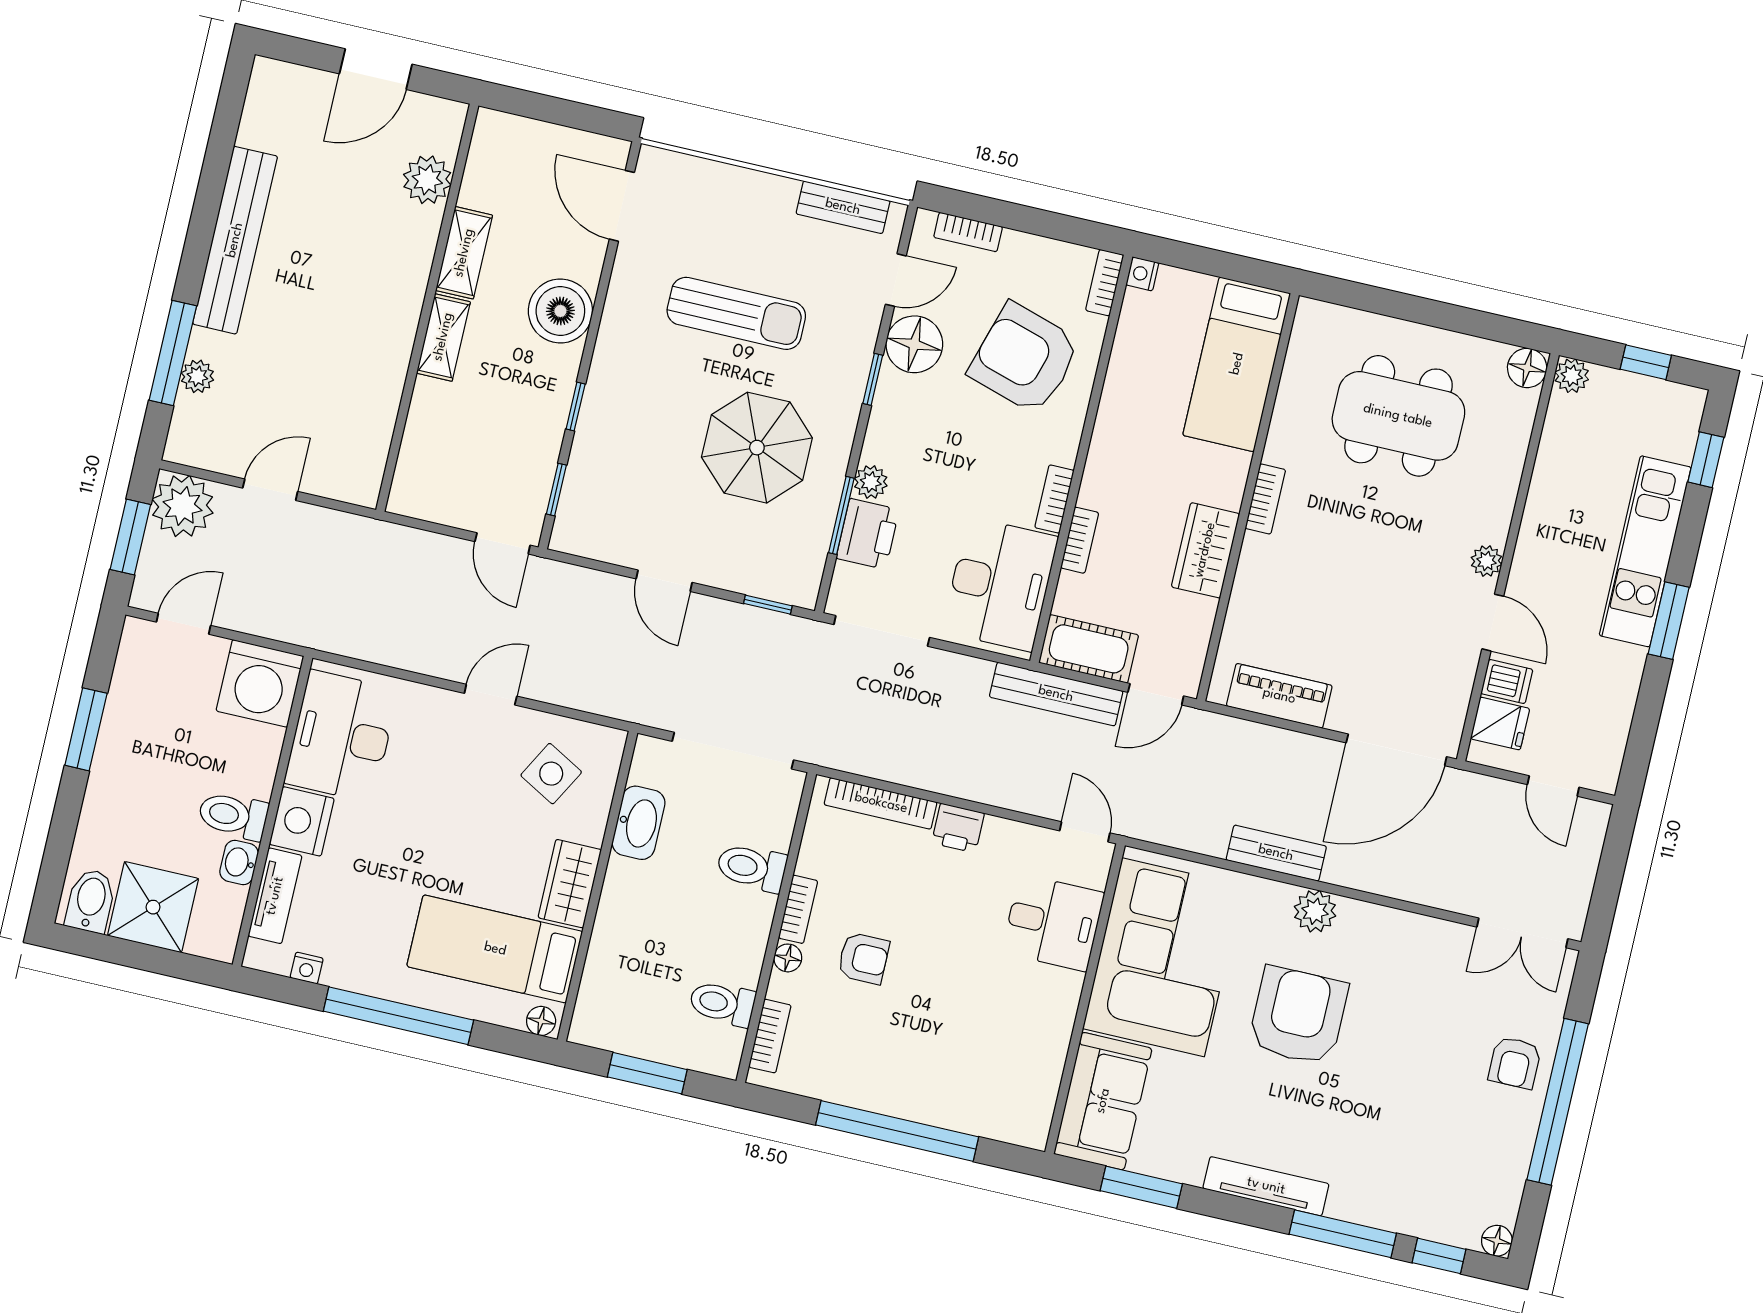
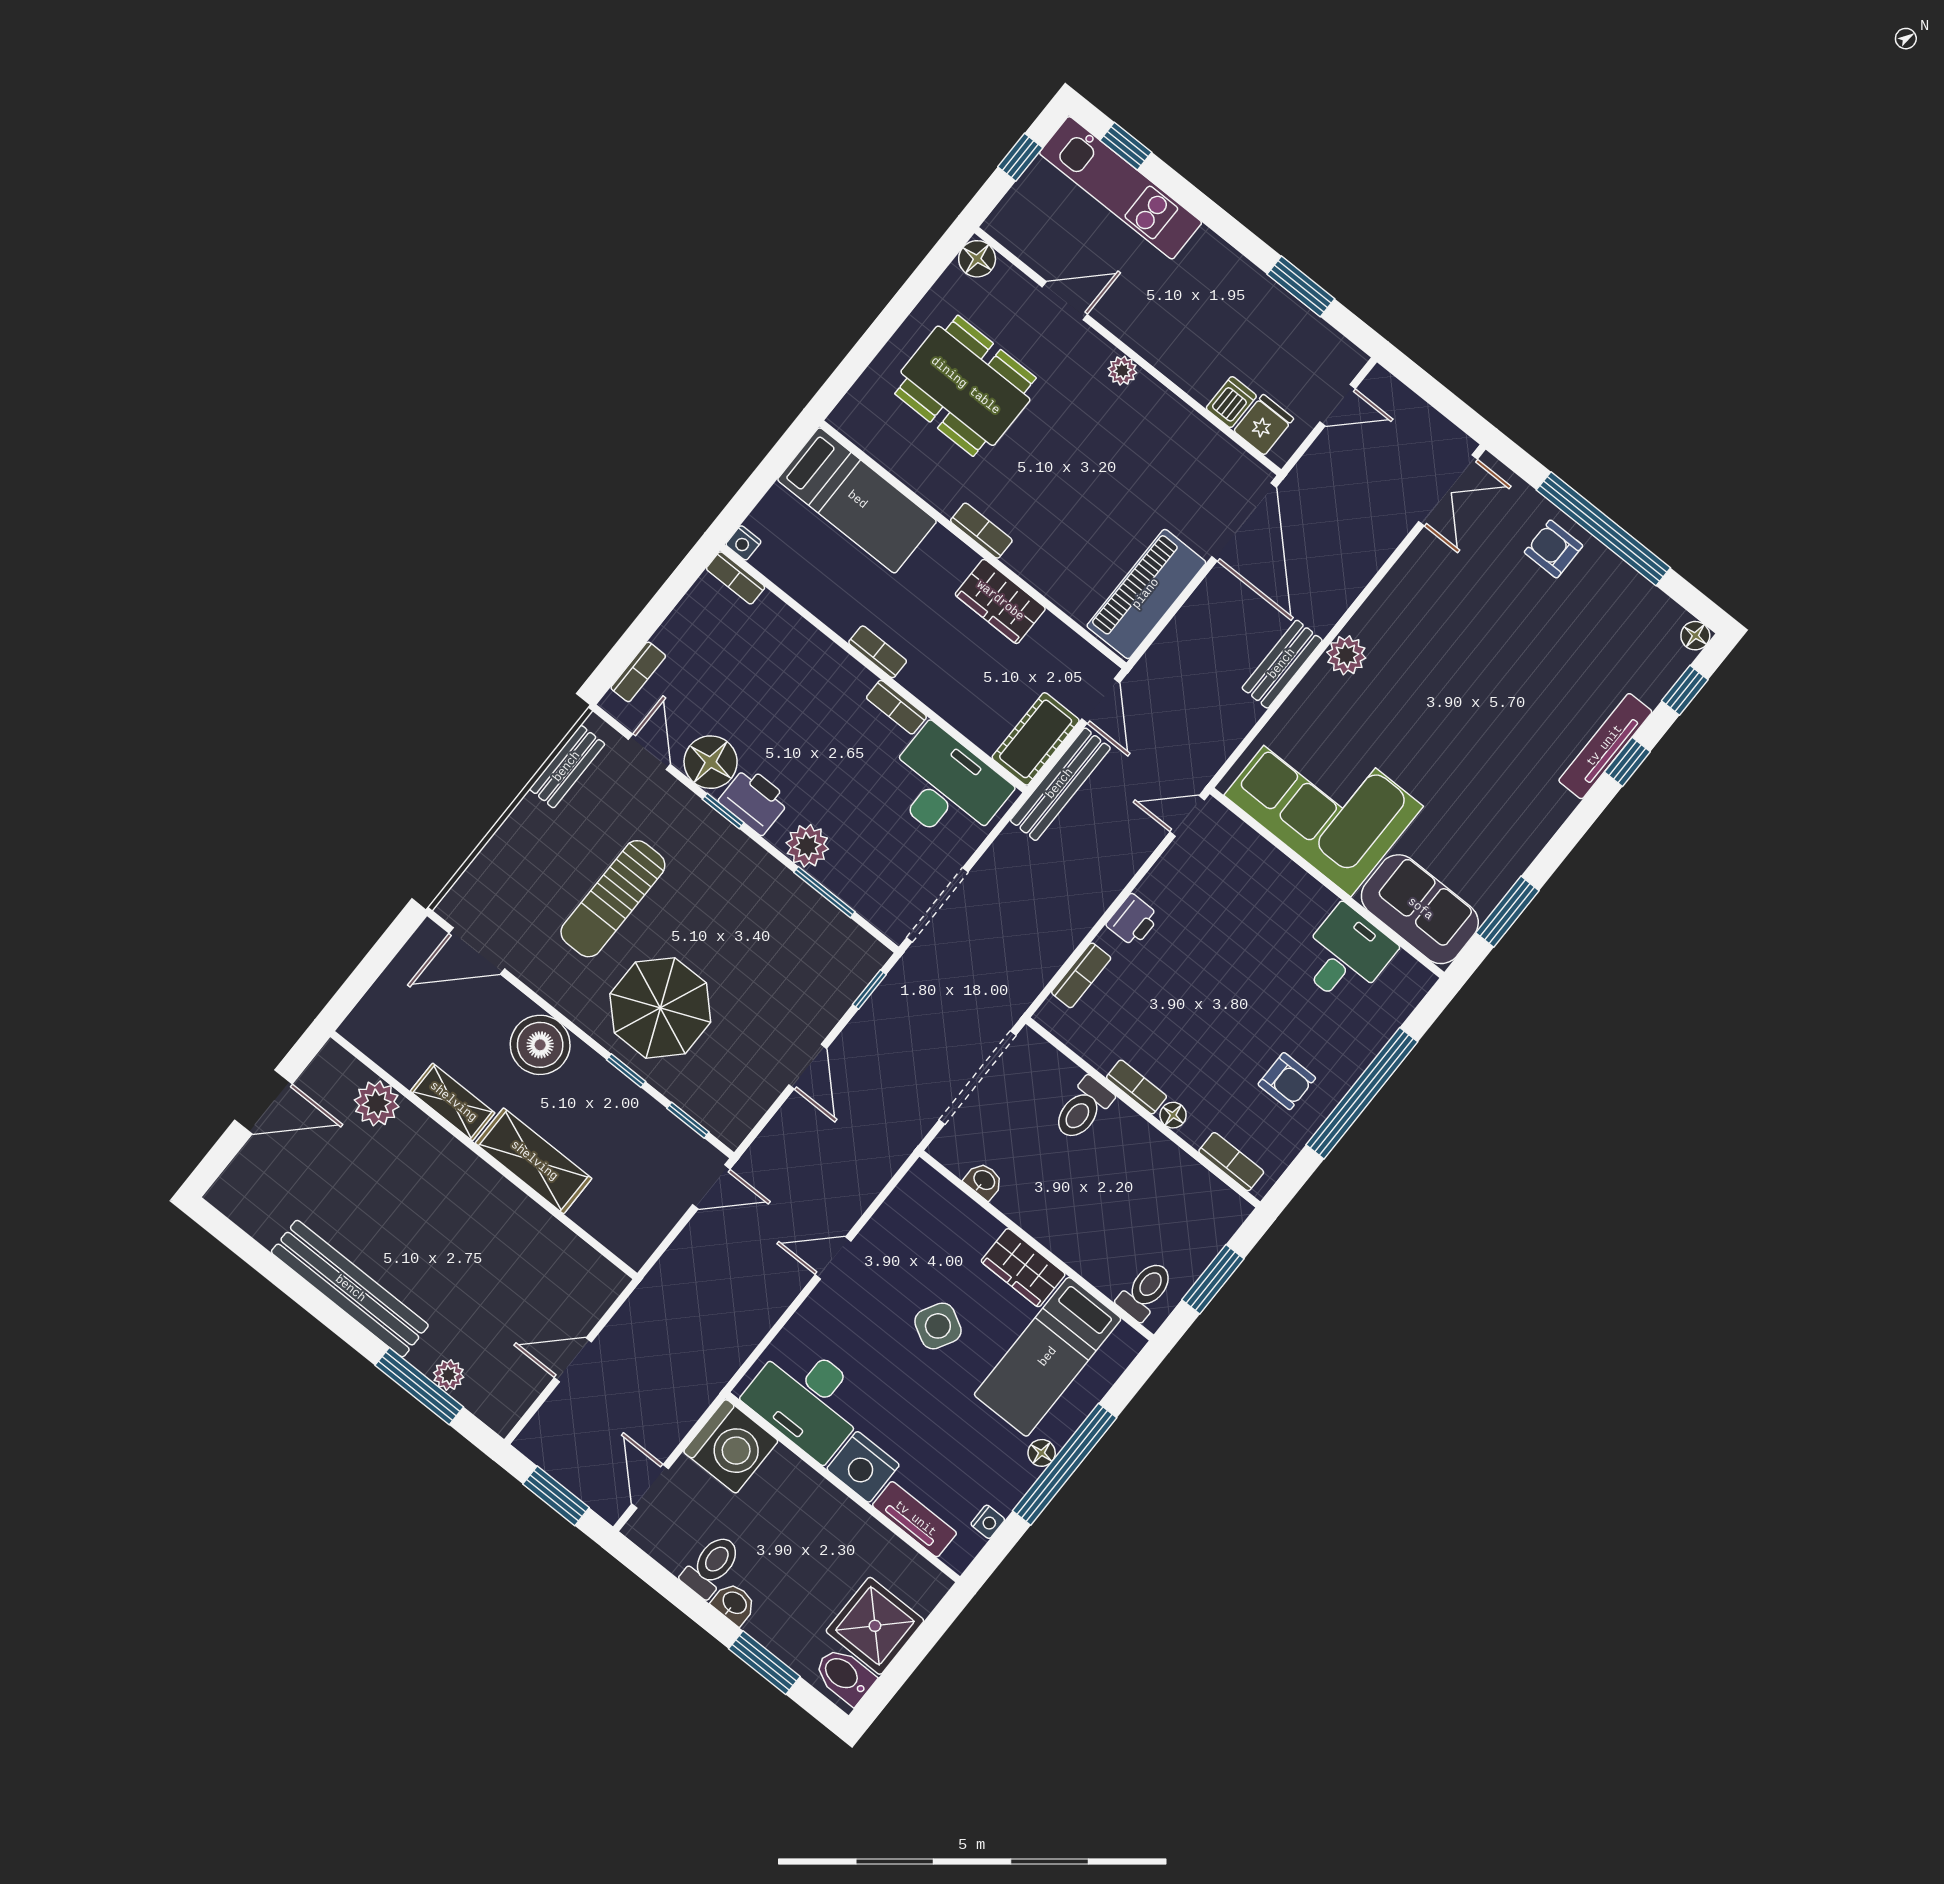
door: (376, 69) -> (263, 1102), hinge flipped
sun lounger: (736, 313) -> (613, 899), turned 180
shelving: (443, 337) -> (534, 1161), width x1.50, depth x1.33
armchair: (1025, 358) -> (767, 675), removed
plant: (1572, 376) -> (1002, 225), removed
dining table: (1398, 416) -> (965, 386), turned 90
parasol: (757, 448) -> (660, 1008), moved
plant: (871, 482) -> (807, 846), width x1.38, depth x1.38
door: (270, 490) -> (573, 1360), hinge flipped
plant: (183, 506) -> (551, 1440), removed
printer: (868, 534) -> (754, 801), moved
bookcase: (1080, 540) -> (878, 652), moved
kitchen unit: (1645, 551) -> (1121, 188), moved
door: (664, 581) -> (808, 1067), hinge flipped
window: (1669, 621) -> (1301, 286), moved
door: (1493, 623) -> (1065, 301), moved
door: (491, 695) -> (833, 1258), hinge flipped
piano: (1279, 696) -> (1146, 594), width x1.37, depth x1.33
window: (86, 729) -> (764, 1663), moved
side table: (551, 774) -> (938, 1326), moved
bookcase: (881, 803) -> (1081, 975), width x0.64
toilet: (233, 816) -> (711, 1566), moved, turned 180
washbasin: (639, 823) -> (984, 1181), width x0.52, depth x0.69
washbasin: (239, 862) -> (734, 1603), moved, turned 180
desk: (1053, 923) -> (1346, 955), moved
armchair: (863, 958) -> (1287, 1081), moved, turned 90
toilet: (722, 1003) -> (1145, 1291), moved, turned 180
armchair: (1298, 1016) -> (1427, 711), removed
floor lamp: (541, 1021) -> (1042, 1453), moved
armchair: (1515, 1063) -> (1553, 549), turned 180
tv unit: (1266, 1186) -> (1605, 746), moved
window: (1343, 1234) -> (1627, 762), width x0.46

